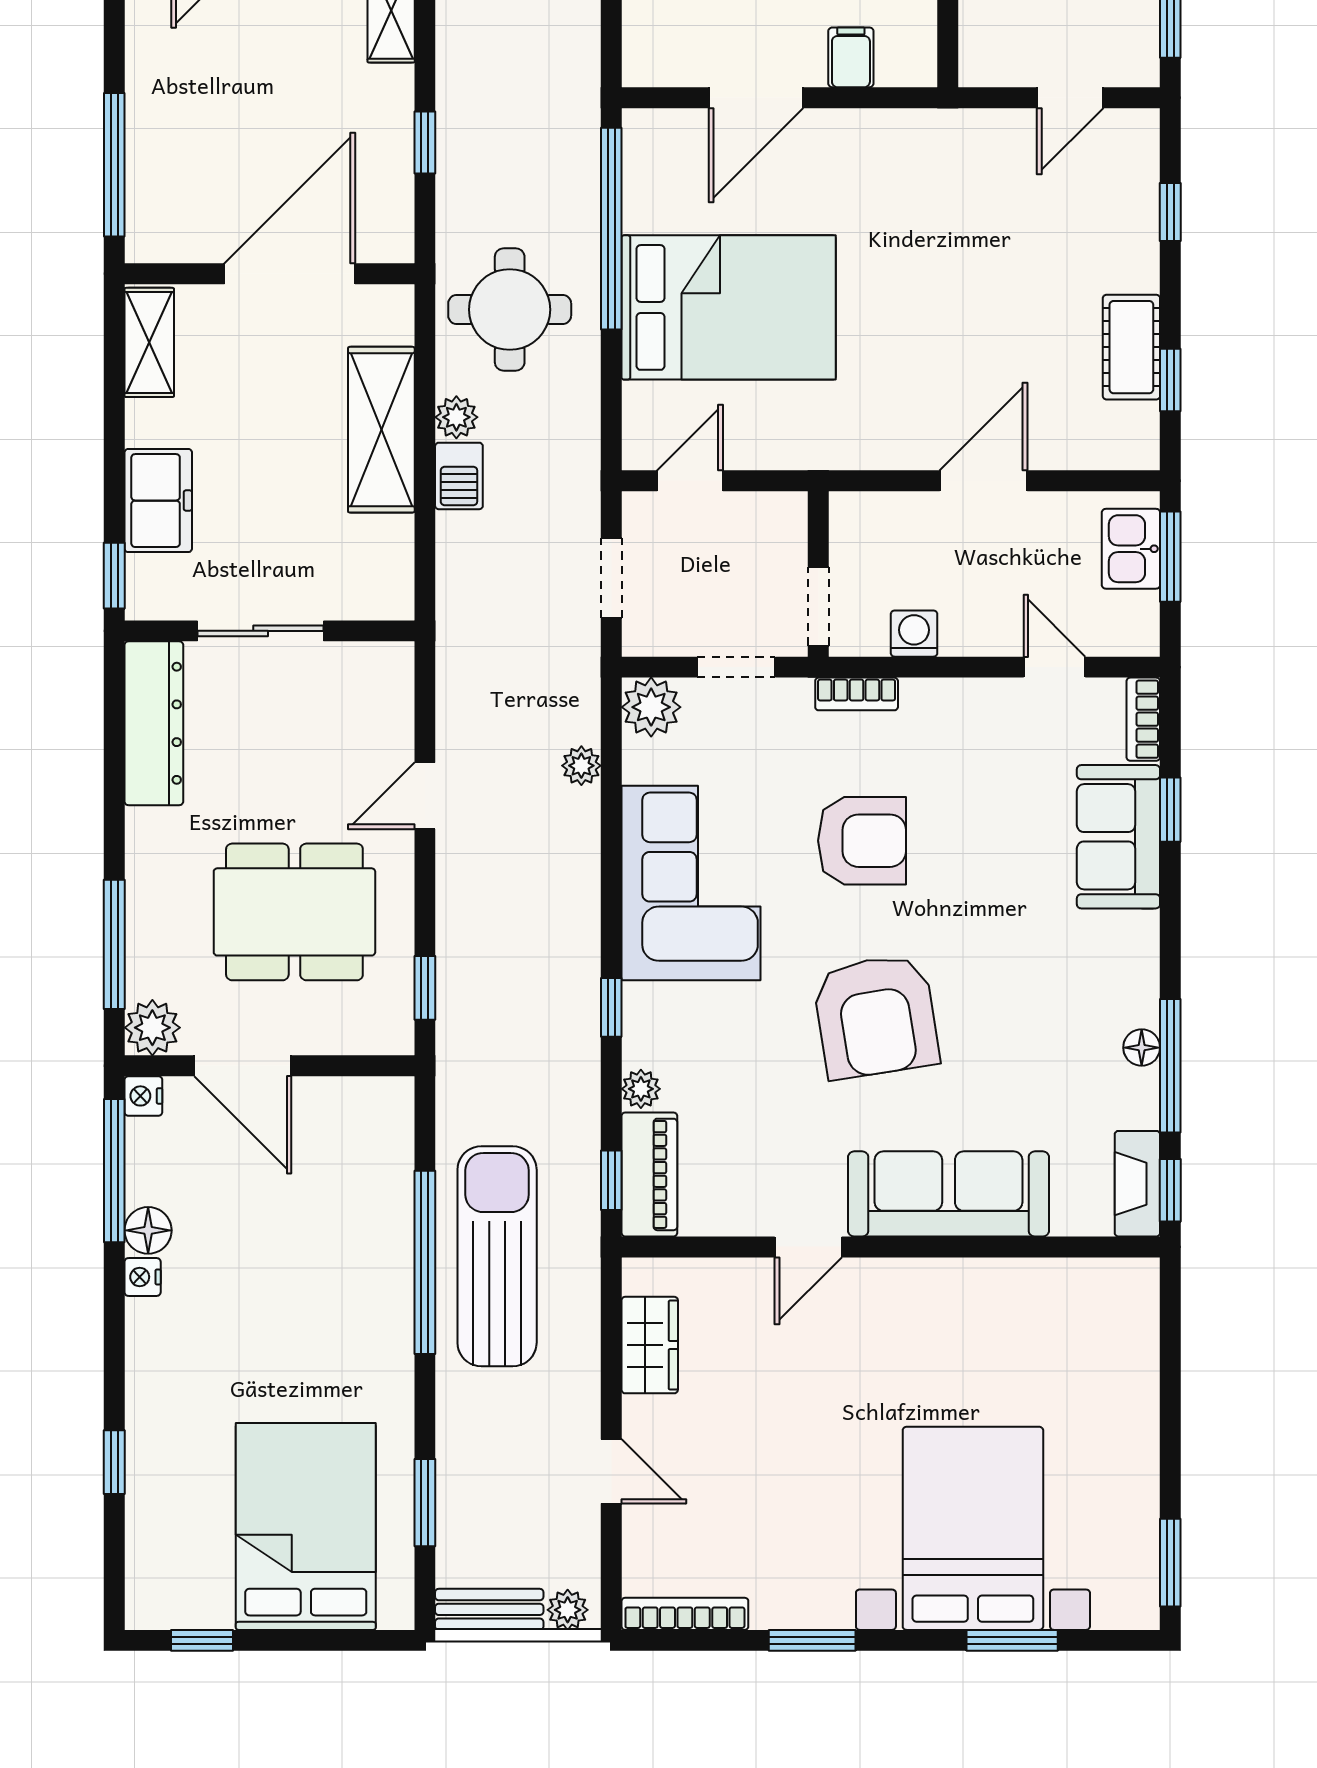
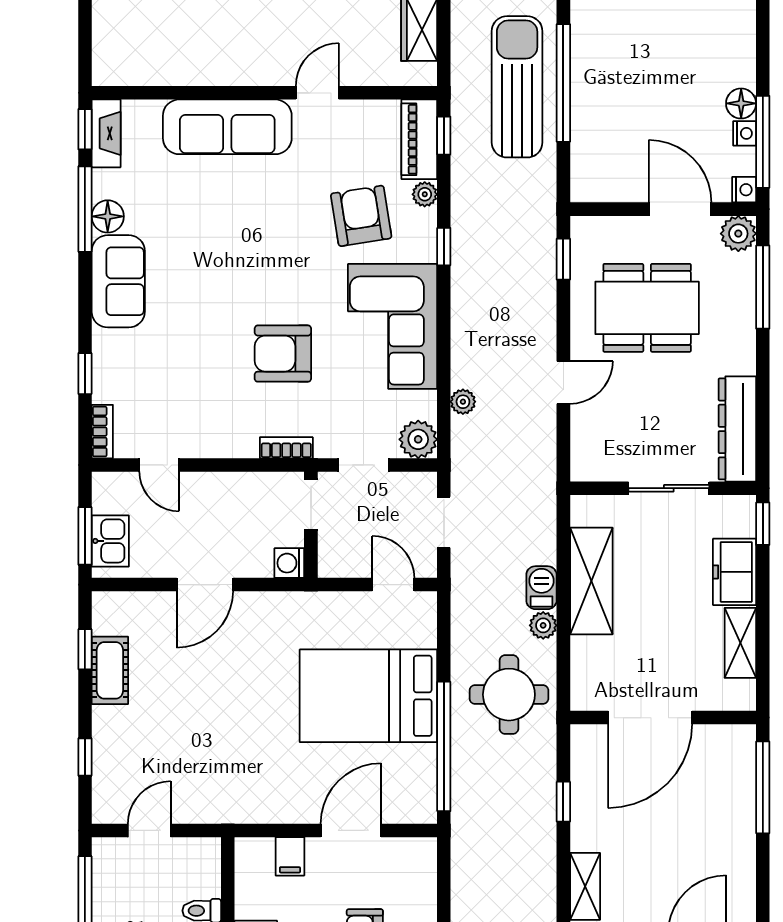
shelving: (149, 342) -> (740, 643), moved
shelving: (381, 430) -> (591, 581), moved
door: (690, 481) -> (393, 585), swing flipped
washing machine: (914, 634) -> (289, 563), moved, turned 90
sofa: (1118, 837) -> (118, 281), moved
armchair: (876, 1016) -> (361, 216), moved, width x0.73, depth x0.73
floor lamp: (1142, 1048) -> (108, 216), width x1.37, depth x1.37
sun lounger: (497, 1256) -> (517, 87), turned 180
nightstand: (143, 1277) -> (745, 133), moved

